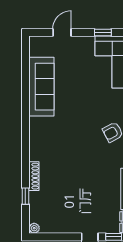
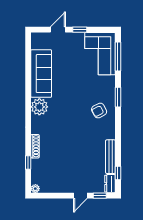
window: (103, 33) -> (80, 30), moved
plant: (39, 128) -> (39, 107), added

